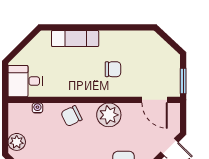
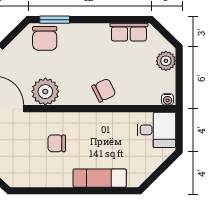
water cooler: (37, 108) -> (168, 99), moved
plant: (109, 115) -> (45, 92), moved

